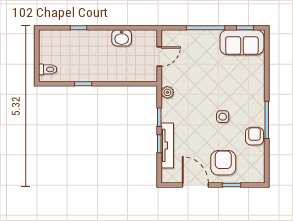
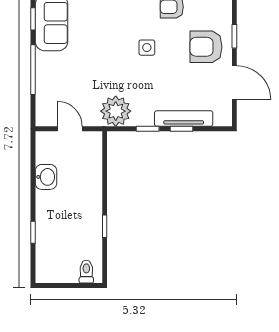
plant: (167, 92) -> (116, 111), width x1.88, depth x1.88
door: (195, 185) -> (234, 83), swing flipped

